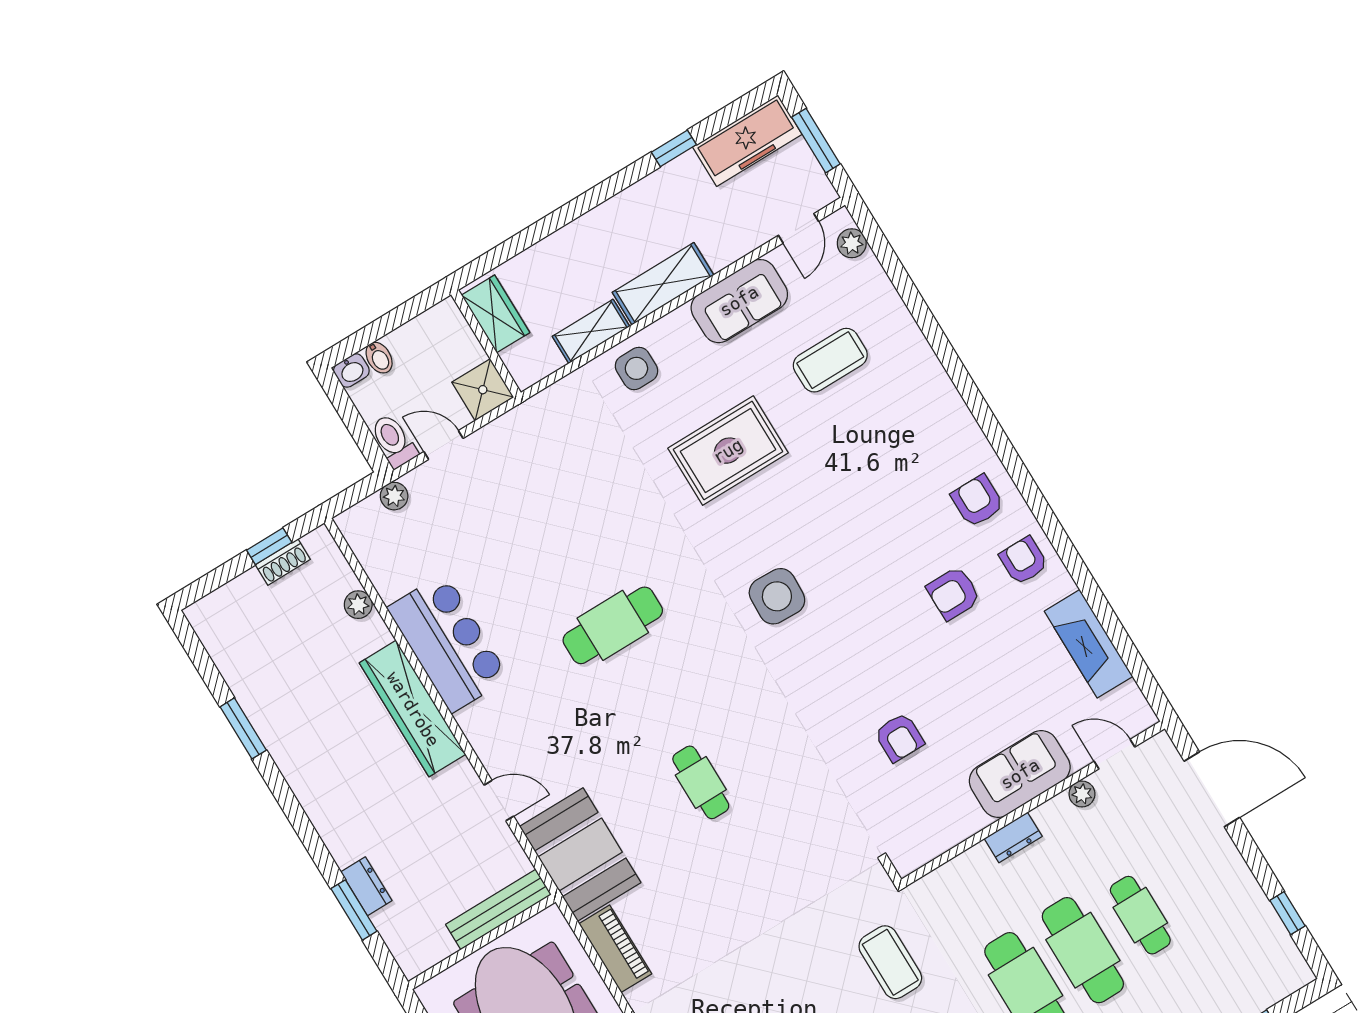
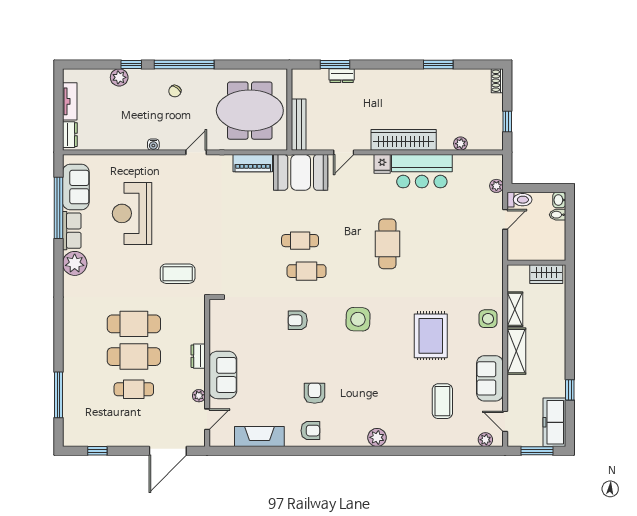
shower: (483, 390) -> (518, 250), removed
plant: (964, 436) -> (377, 437), added
armchair: (977, 501) -> (347, 427), removed
shoe rack: (283, 562) -> (497, 81), moved
fridge: (478, 721) -> (382, 164), added
armchair: (899, 737) -> (298, 320), moved
cafe table: (747, 738) -> (307, 271), added

